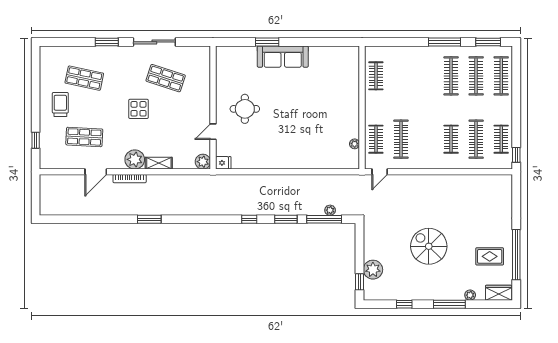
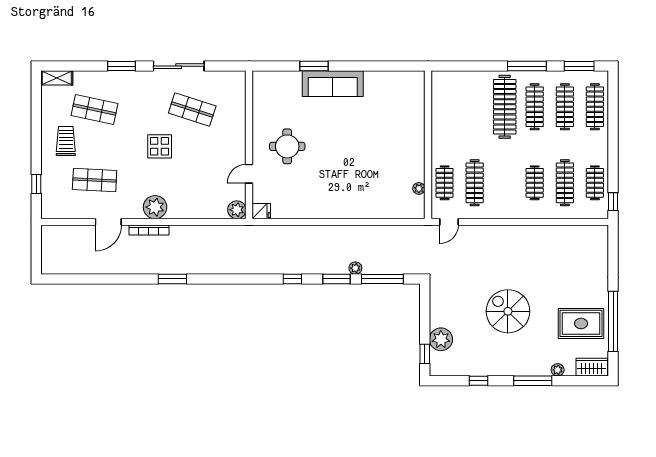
clothes rail: (376, 76) -> (505, 107), moved, width x1.86, depth x1.31
shelving: (159, 163) -> (57, 78), moved
plant: (330, 210) -> (355, 268), moved
rug: (490, 256) -> (581, 323), width x1.36, depth x1.43

